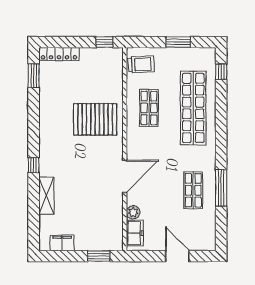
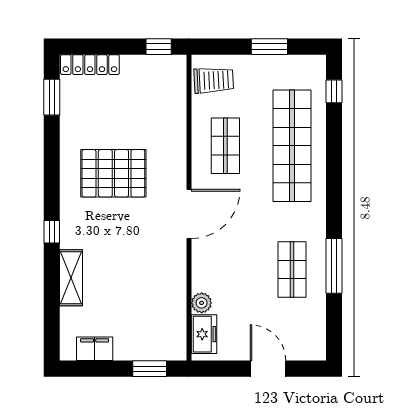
pallet: (95, 119) -> (113, 173), moved
door: (125, 176) -> (189, 214), moved

